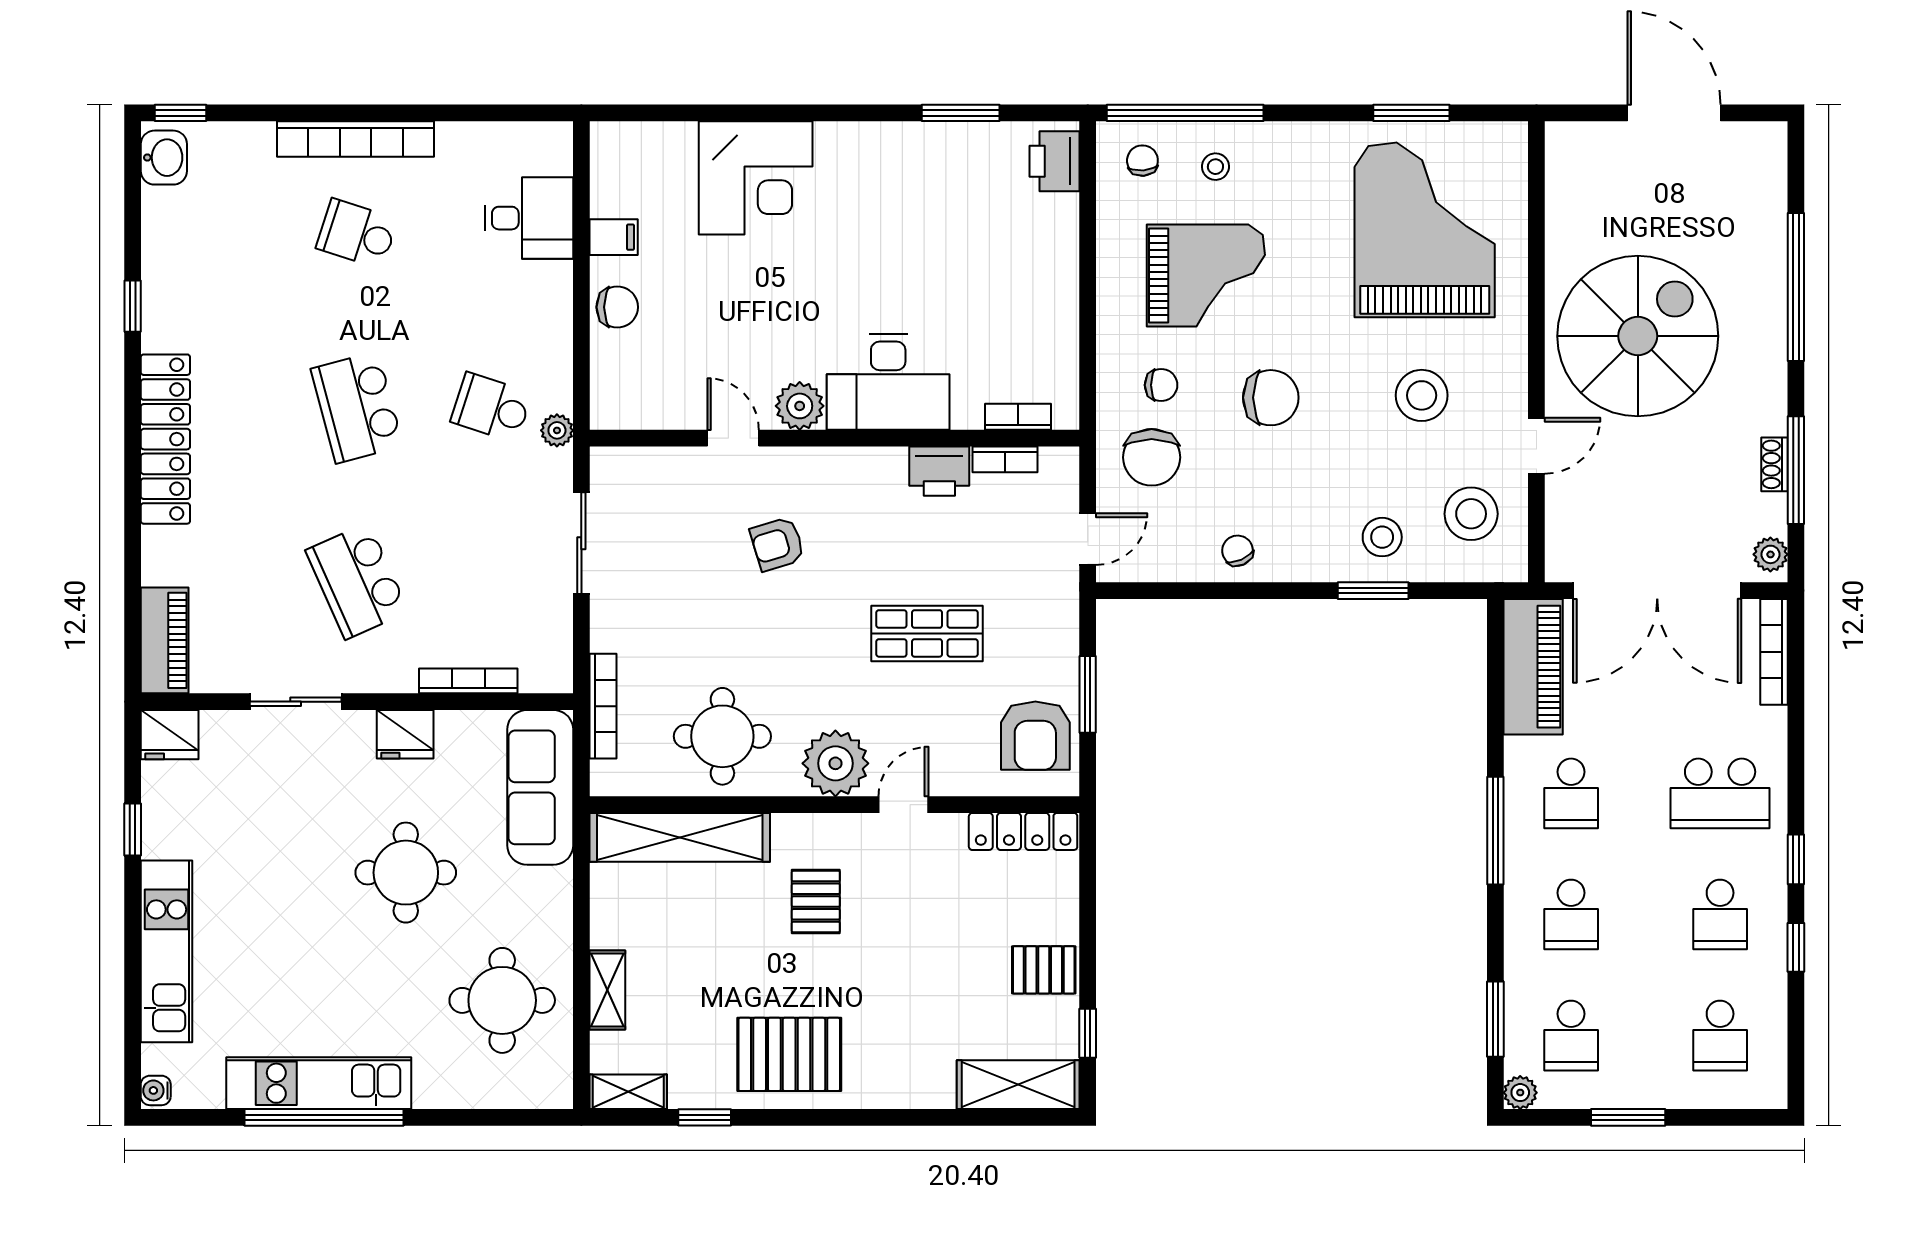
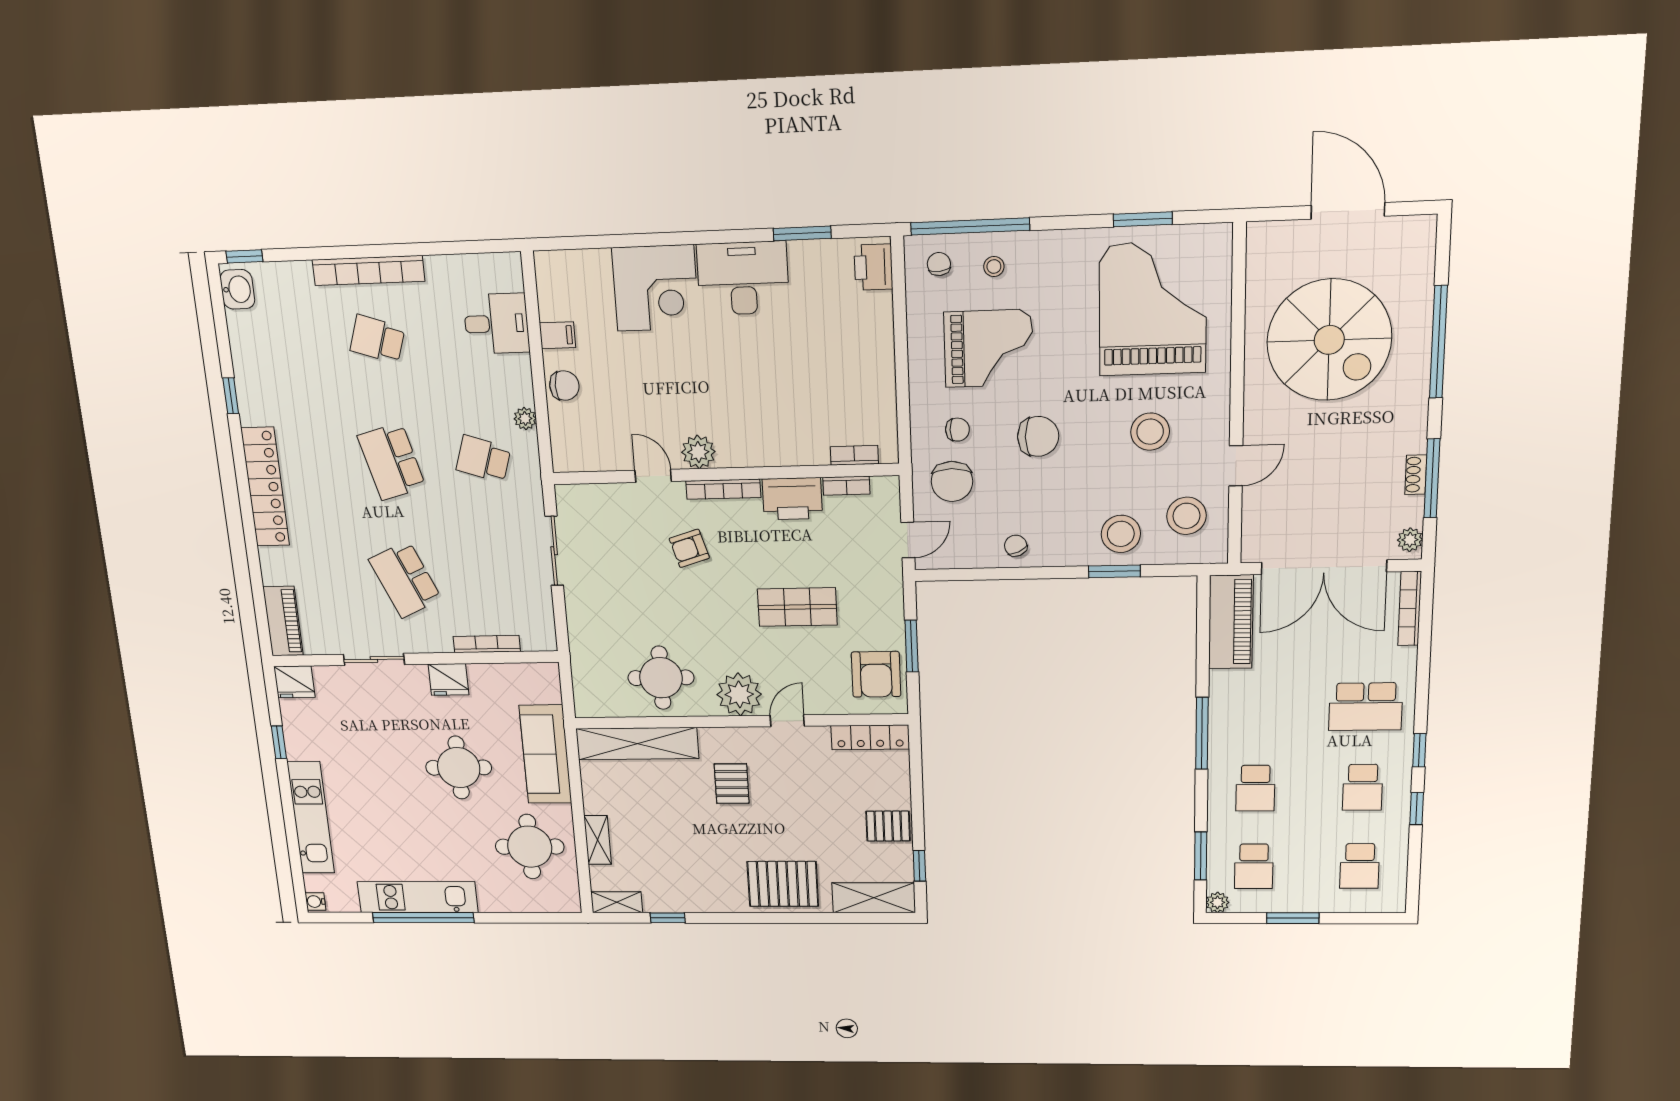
spiral stairs: (1638, 336) -> (1329, 340), moved, turned 90
desk: (888, 382) -> (743, 278), moved, turned 180
plant: (557, 430) -> (525, 419), moved
printer: (939, 471) -> (792, 499), width x1.37, depth x1.19
stool: (1382, 537) -> (1121, 534), width x1.38, depth x1.38
bookcase: (603, 706) -> (723, 489), moved, turned 90
sofa: (540, 787) -> (546, 754), moved
school desk: (1571, 793) -> (1257, 708), removed
pallet: (789, 1054) -> (783, 884), moved

